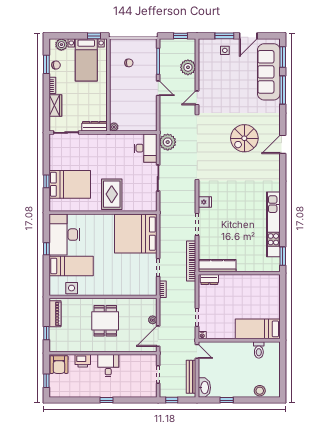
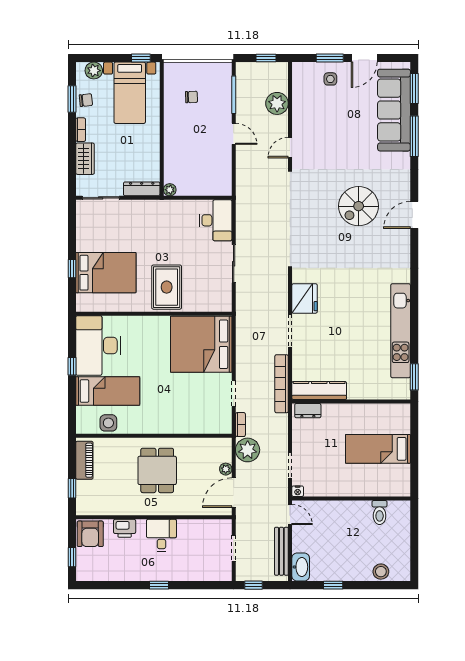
plant: (168, 142) -> (248, 450), moved
fridge: (205, 202) -> (305, 298), width x1.88, depth x1.34
bed: (258, 329) -> (378, 449), moved

